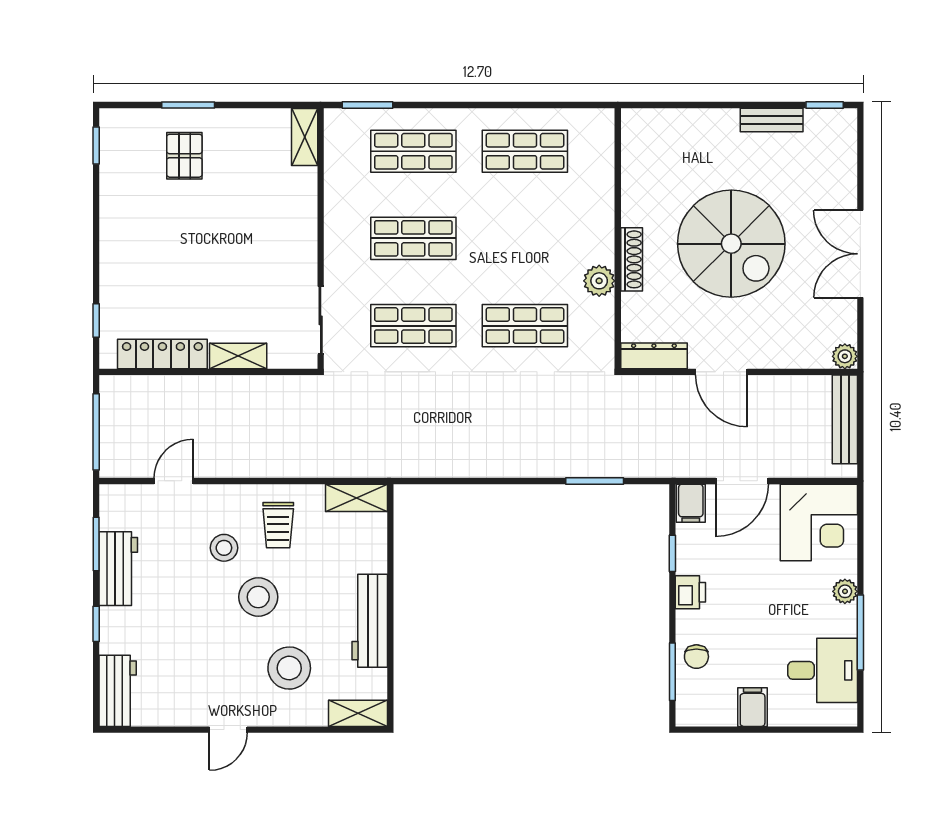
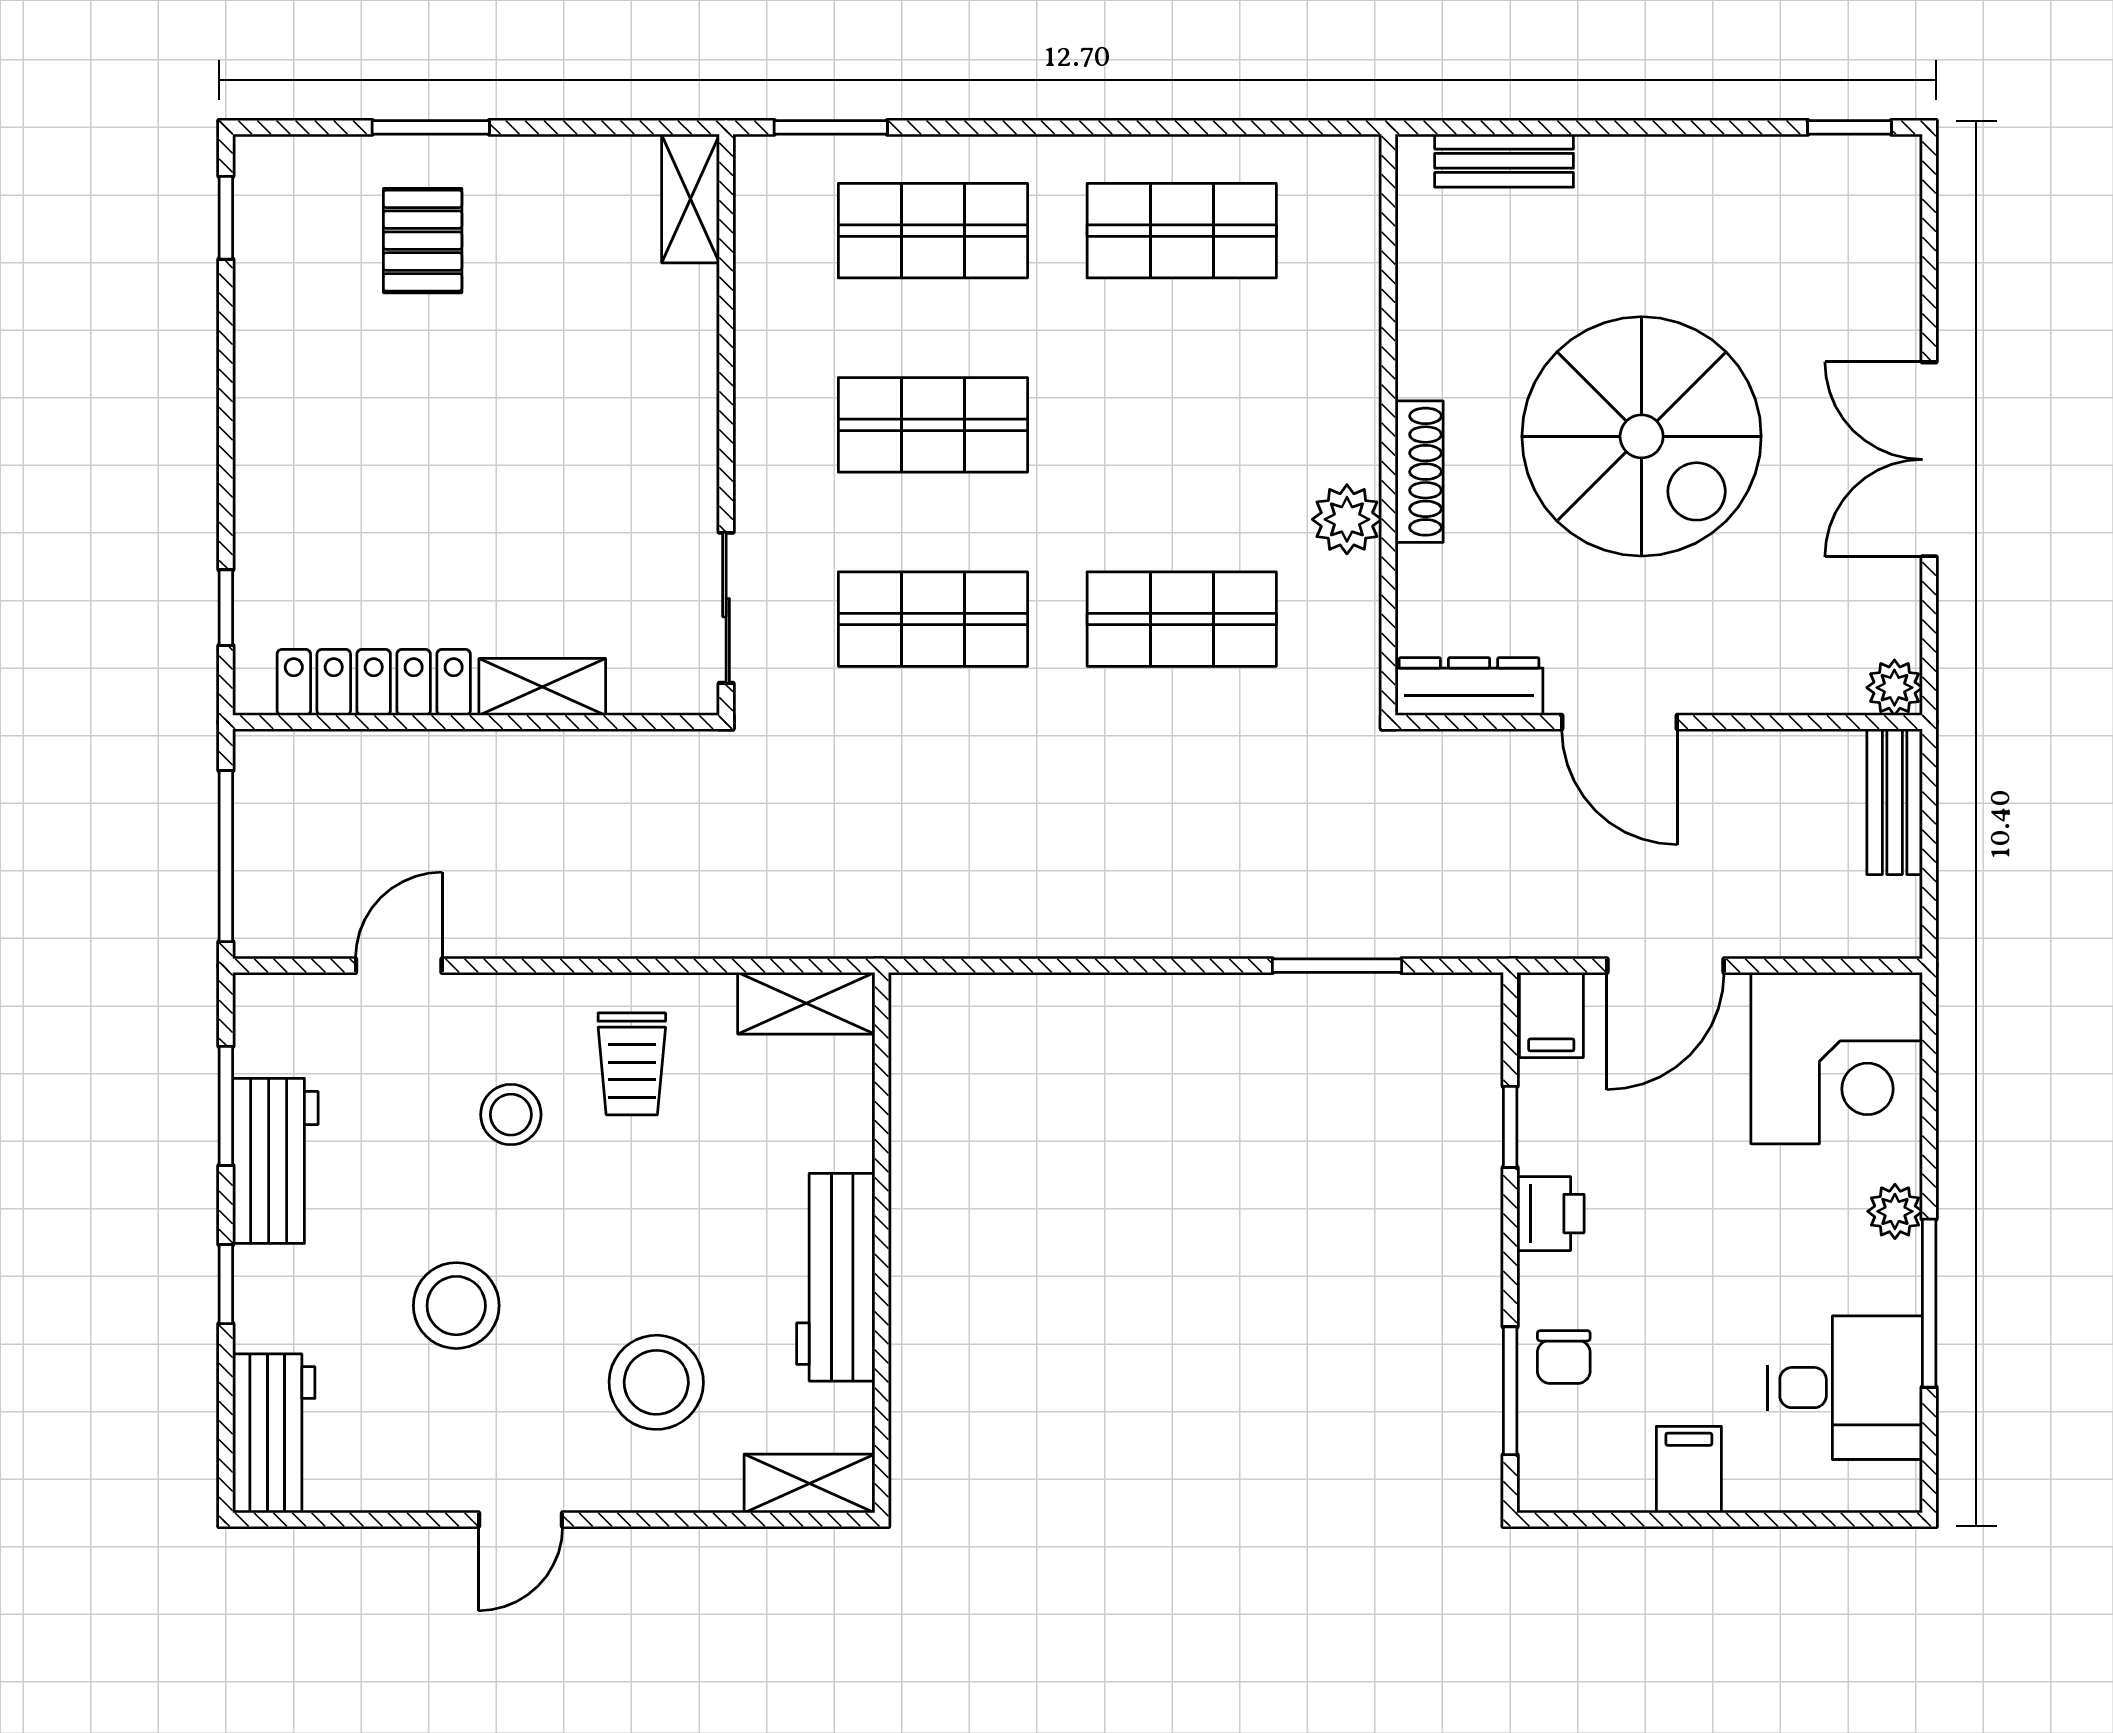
bench: (772, 120) -> (1504, 161), moved
bench: (845, 419) -> (1895, 802), width x0.73
stool: (258, 597) -> (456, 1306), moved

